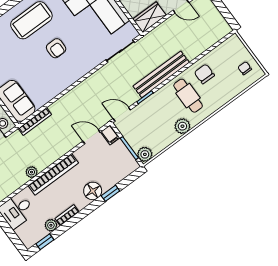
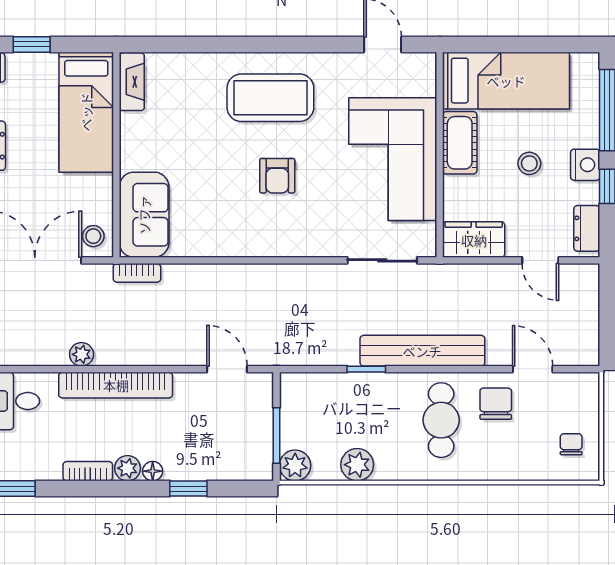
door: (122, 114) -> (533, 369), moved
bookcase: (35, 121) -> (137, 273), width x0.64
plant: (182, 126) -> (357, 465), moved
filing cabinet: (110, 135) -> (261, 389), removed
floor lamp: (93, 191) -> (153, 471), width x0.53, depth x0.53
plant: (51, 225) -> (128, 468), moved

